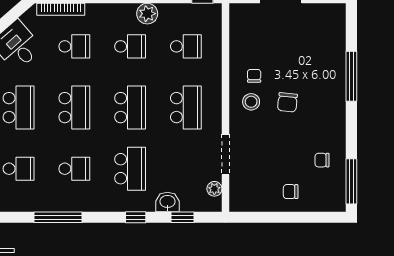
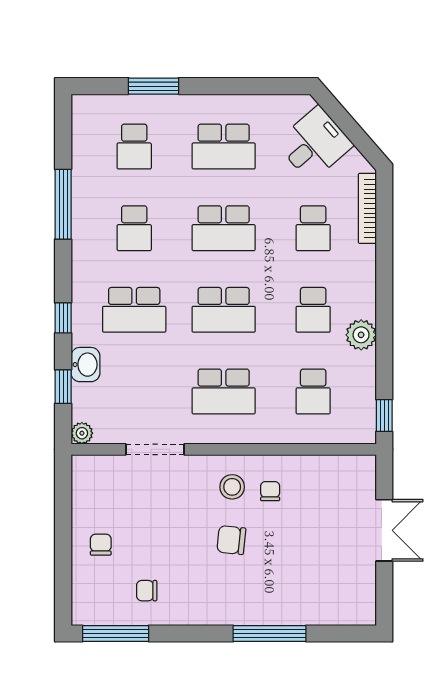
chair: (254, 76) -> (270, 491), turned -90
chair: (322, 160) -> (147, 591), turned -90
plant: (214, 189) -> (82, 433), moved

